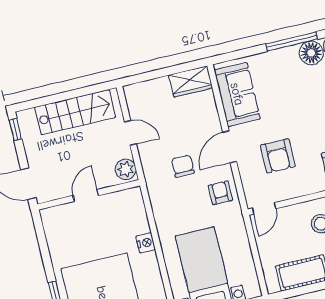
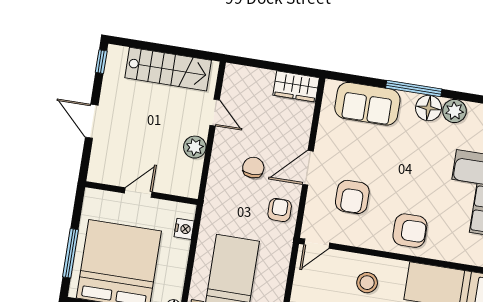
sofa: (237, 94) -> (367, 104), moved, turned 90
wall: (89, 195) -> (141, 193), moved
door: (86, 196) -> (138, 193), moved

